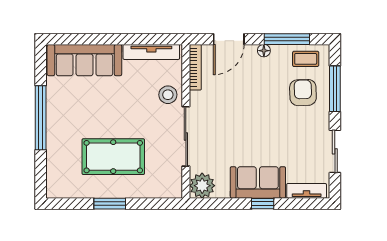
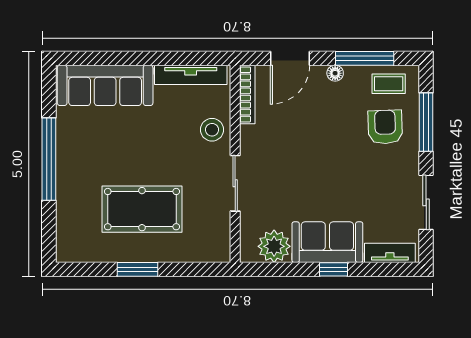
sliding door: (186, 136) -> (235, 183), width x0.73
plant: (202, 186) -> (274, 246), moved

